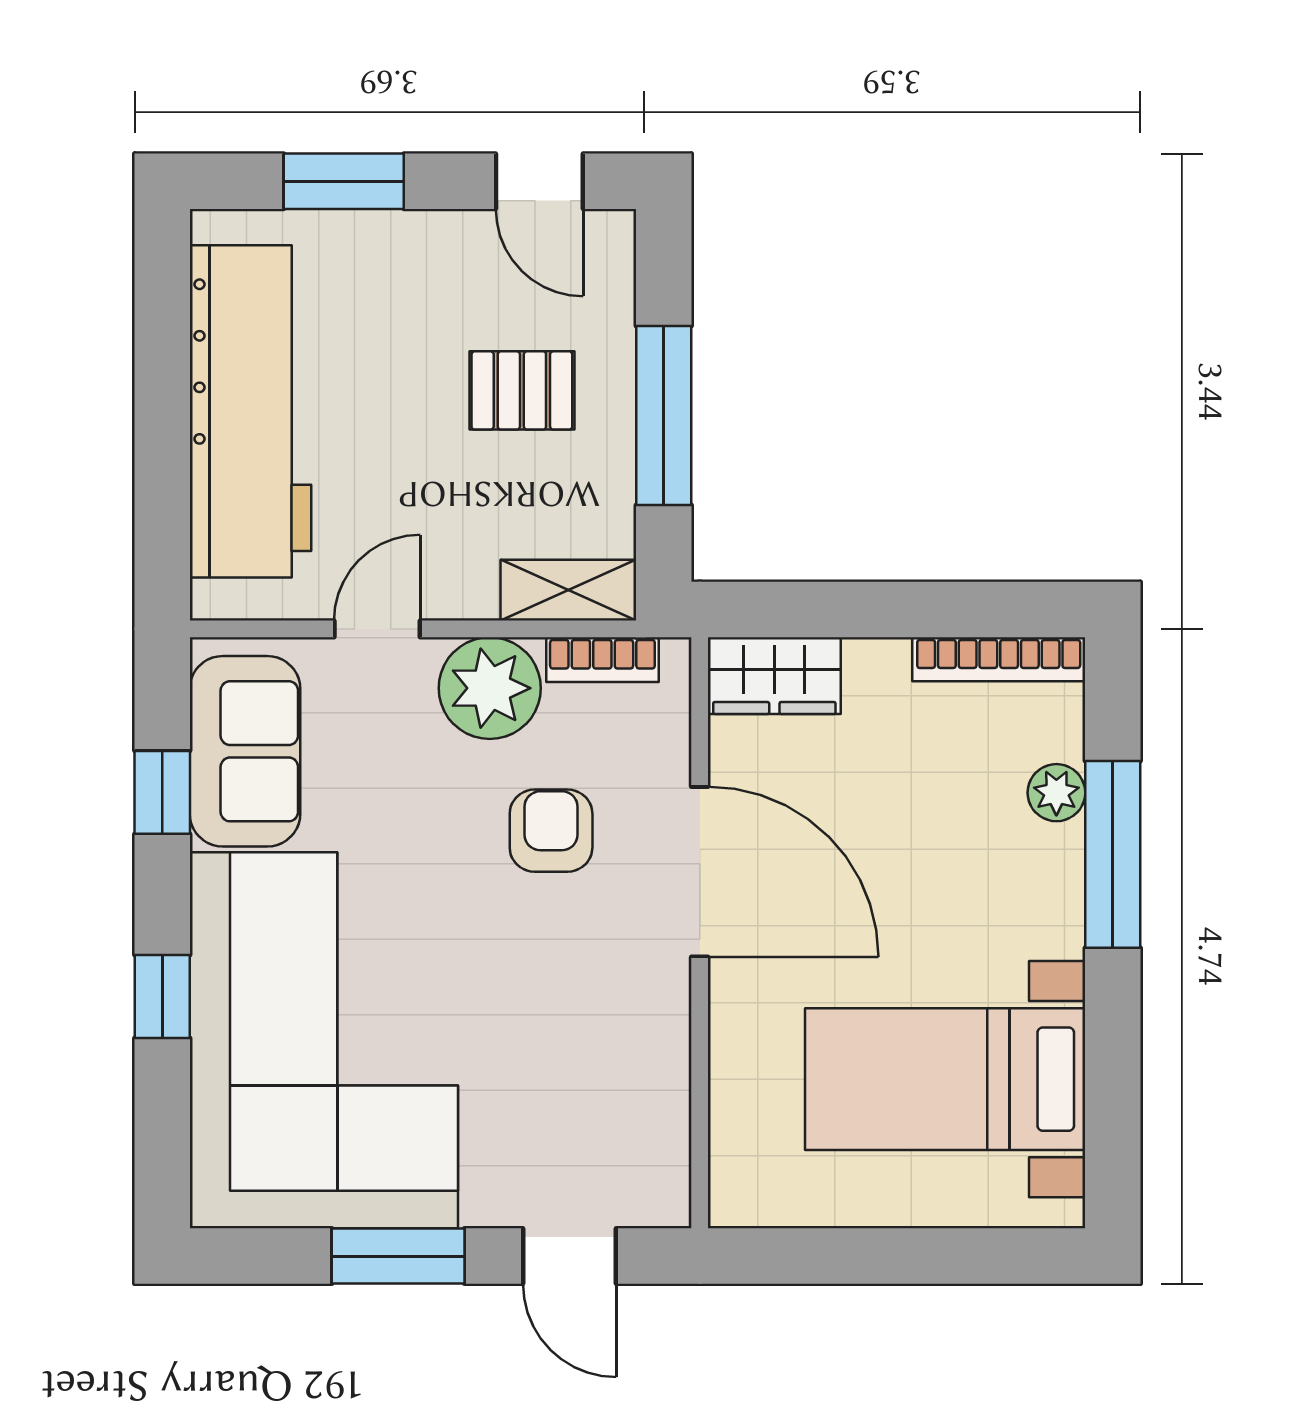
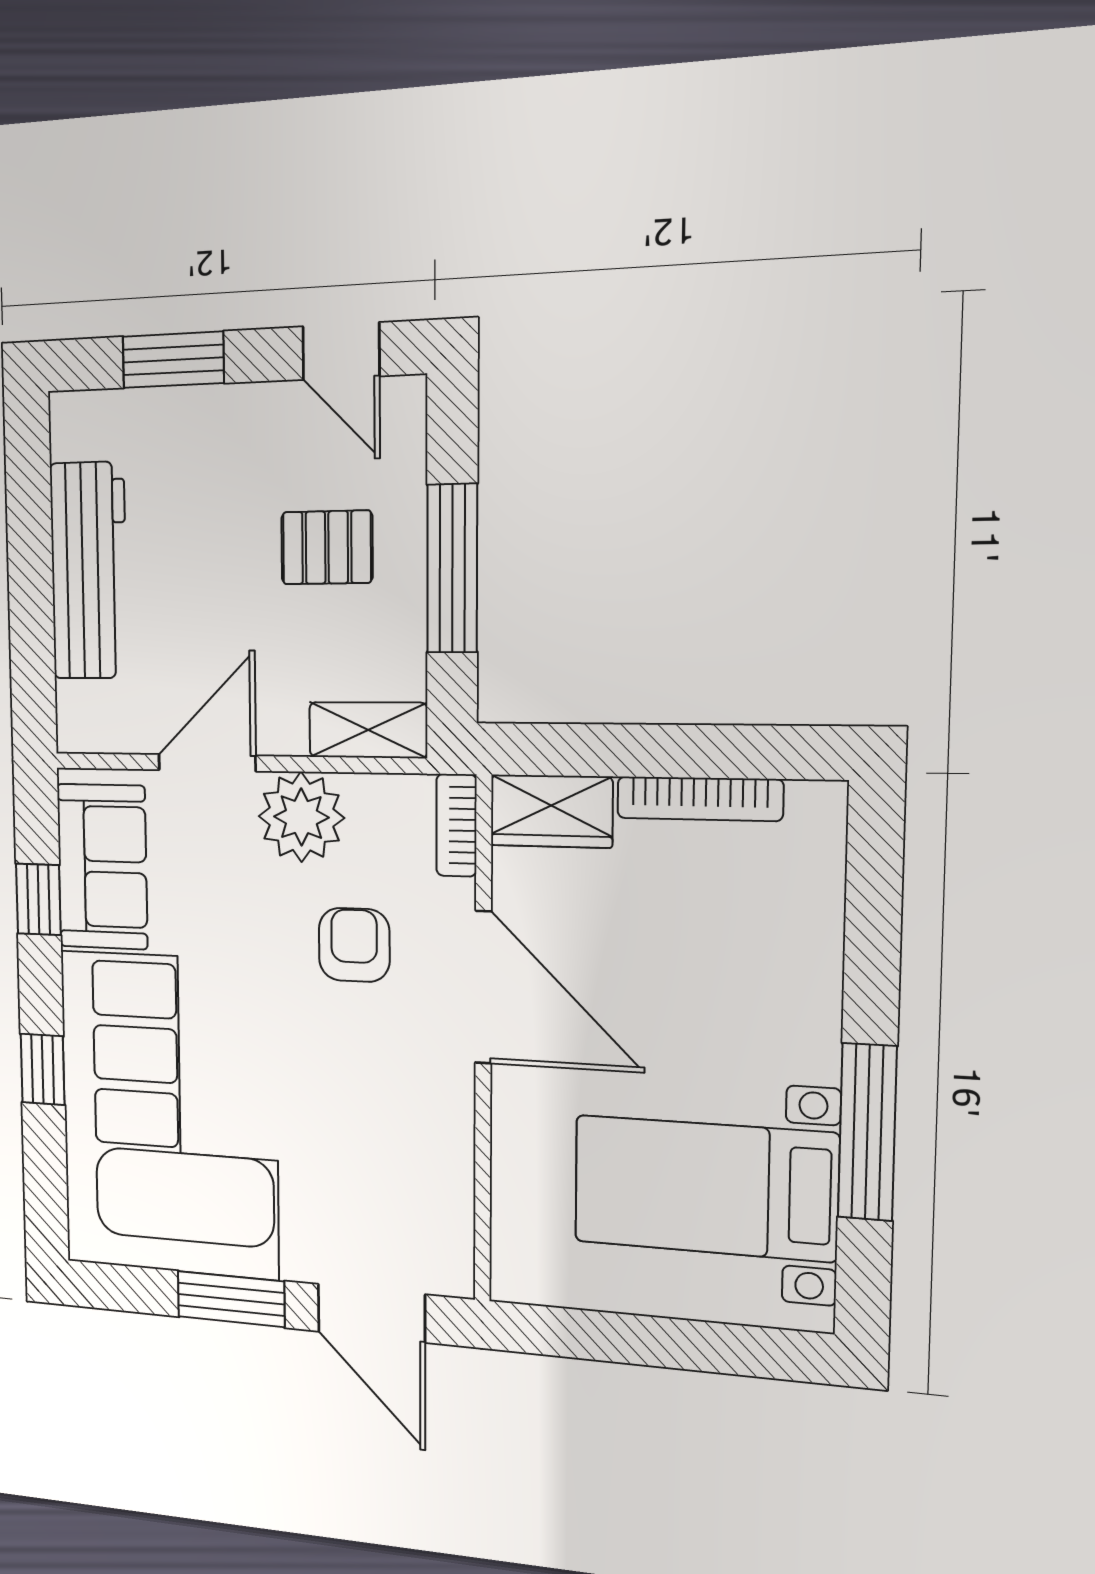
workbench: (250, 411) -> (89, 571), width x0.73, depth x0.76
door: (377, 629) -> (207, 763), width x1.38
bookcase: (999, 659) -> (700, 799), moved
bookcase: (602, 660) -> (456, 825), moved, turned 90
plant: (1056, 793) -> (817, 929), removed
window: (1113, 854) -> (867, 1132), moved
door: (570, 1256) -> (371, 1313), width x1.38

